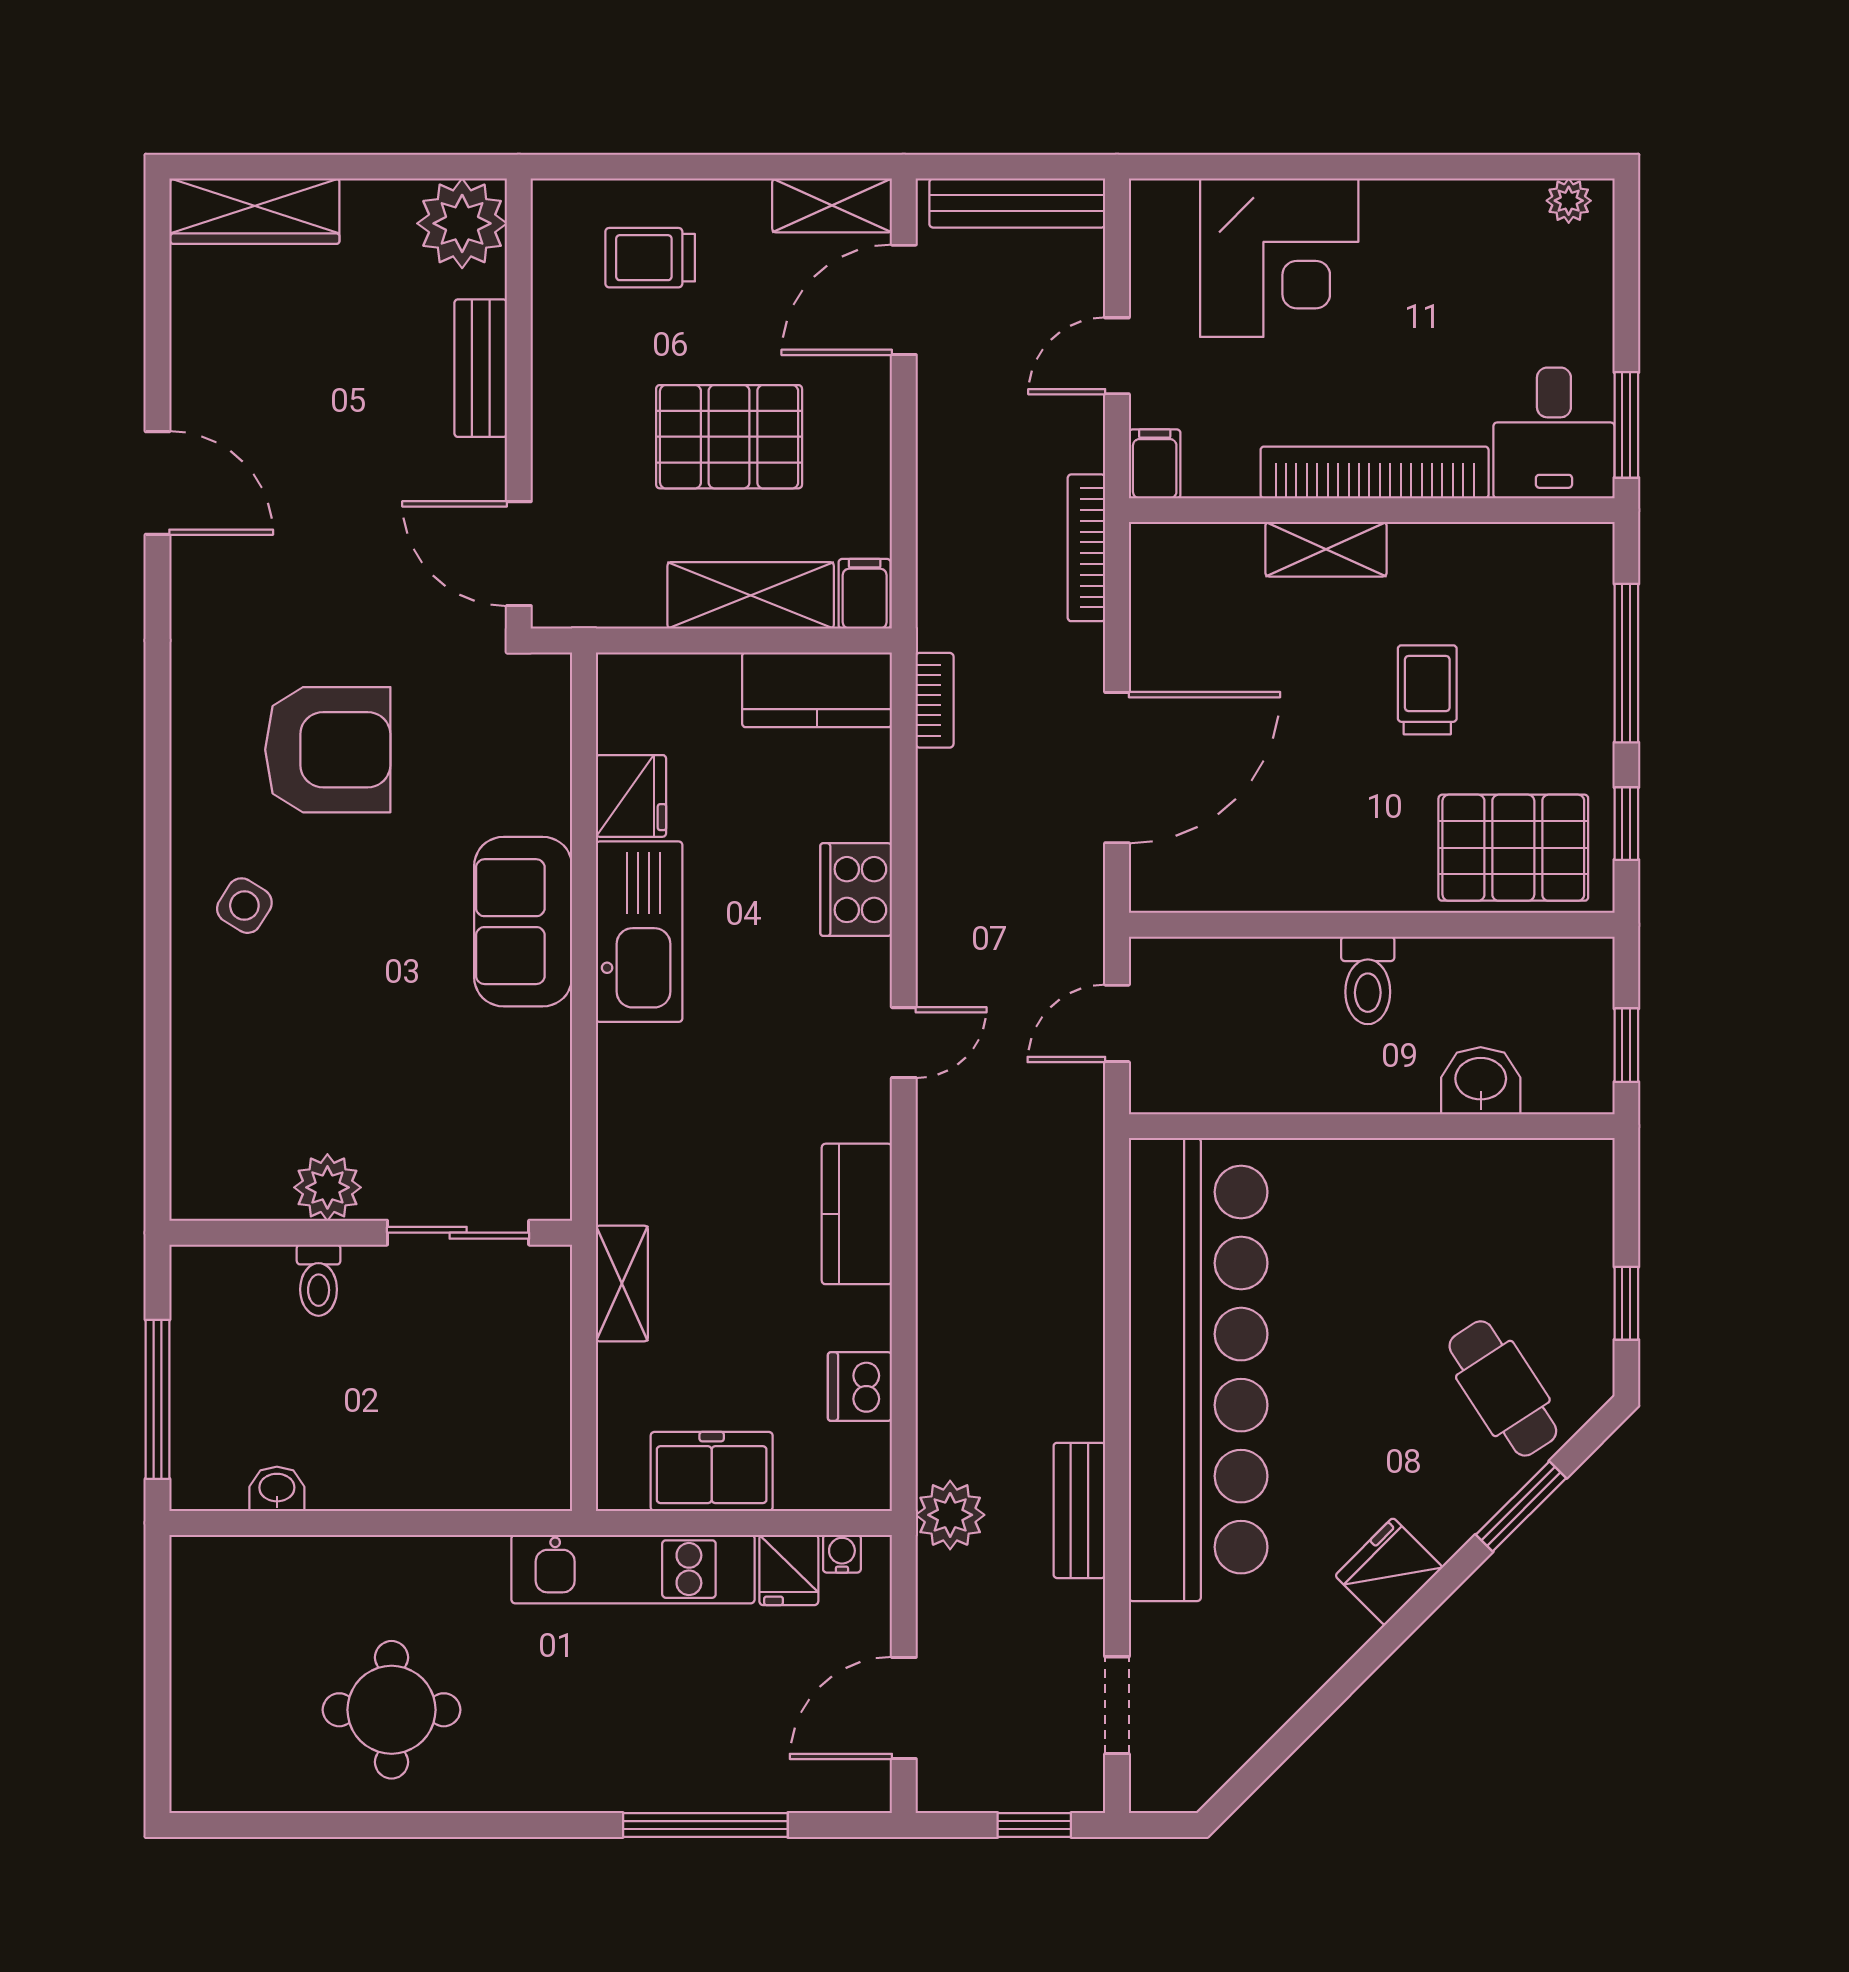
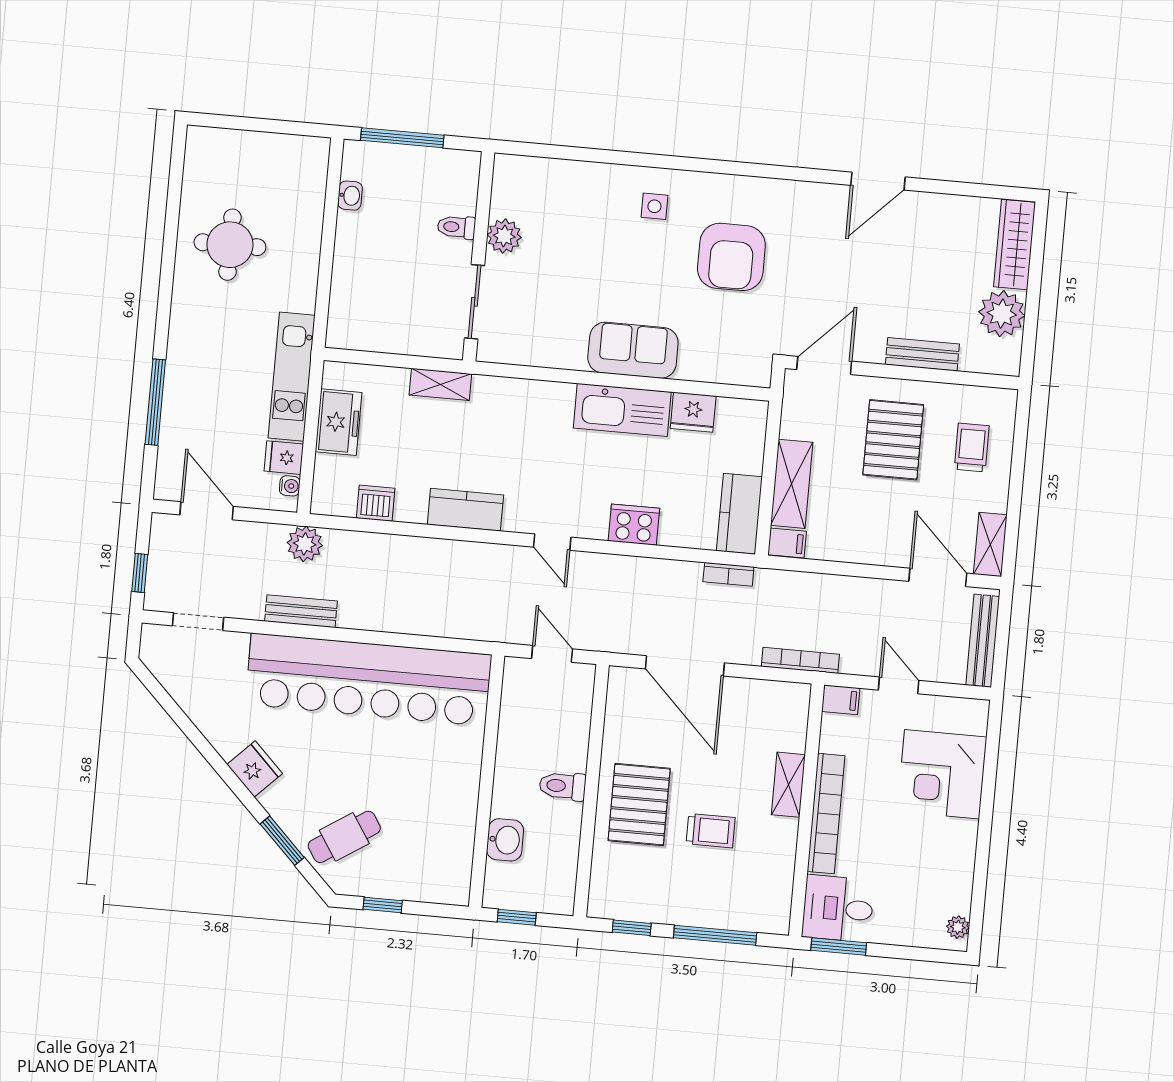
plant: (462, 223) -> (1002, 314), moved
pallet: (729, 437) -> (893, 440), moved
pallet: (1513, 848) -> (639, 805), moved
side table: (244, 906) -> (654, 206), turned -32

